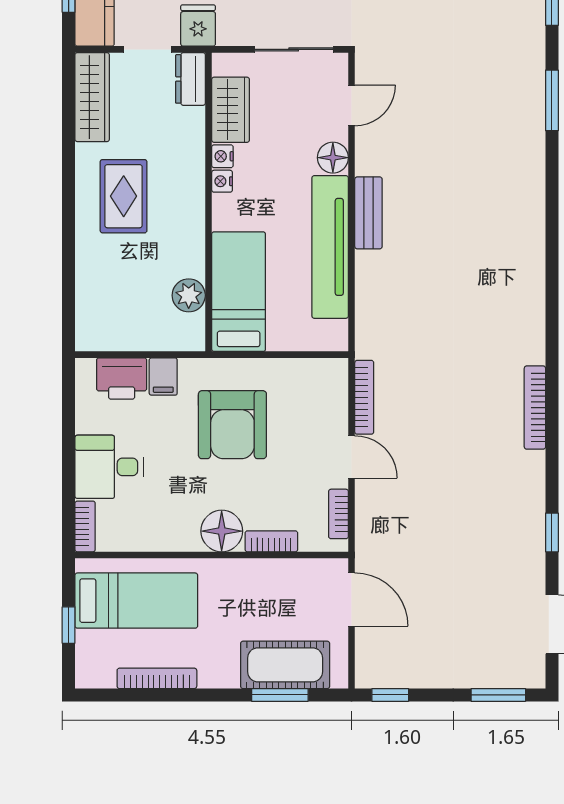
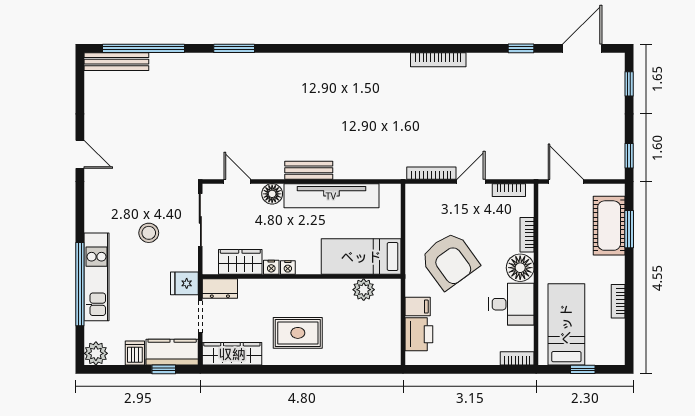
armchair: (232, 425) -> (450, 261), turned 54
desk: (109, 467) -> (511, 304), moved, turned -90
door: (352, 600) -> (566, 181), hinge flipped
bookcase: (157, 678) -> (618, 301), width x0.64
window: (498, 695) -> (629, 84), width x0.67

